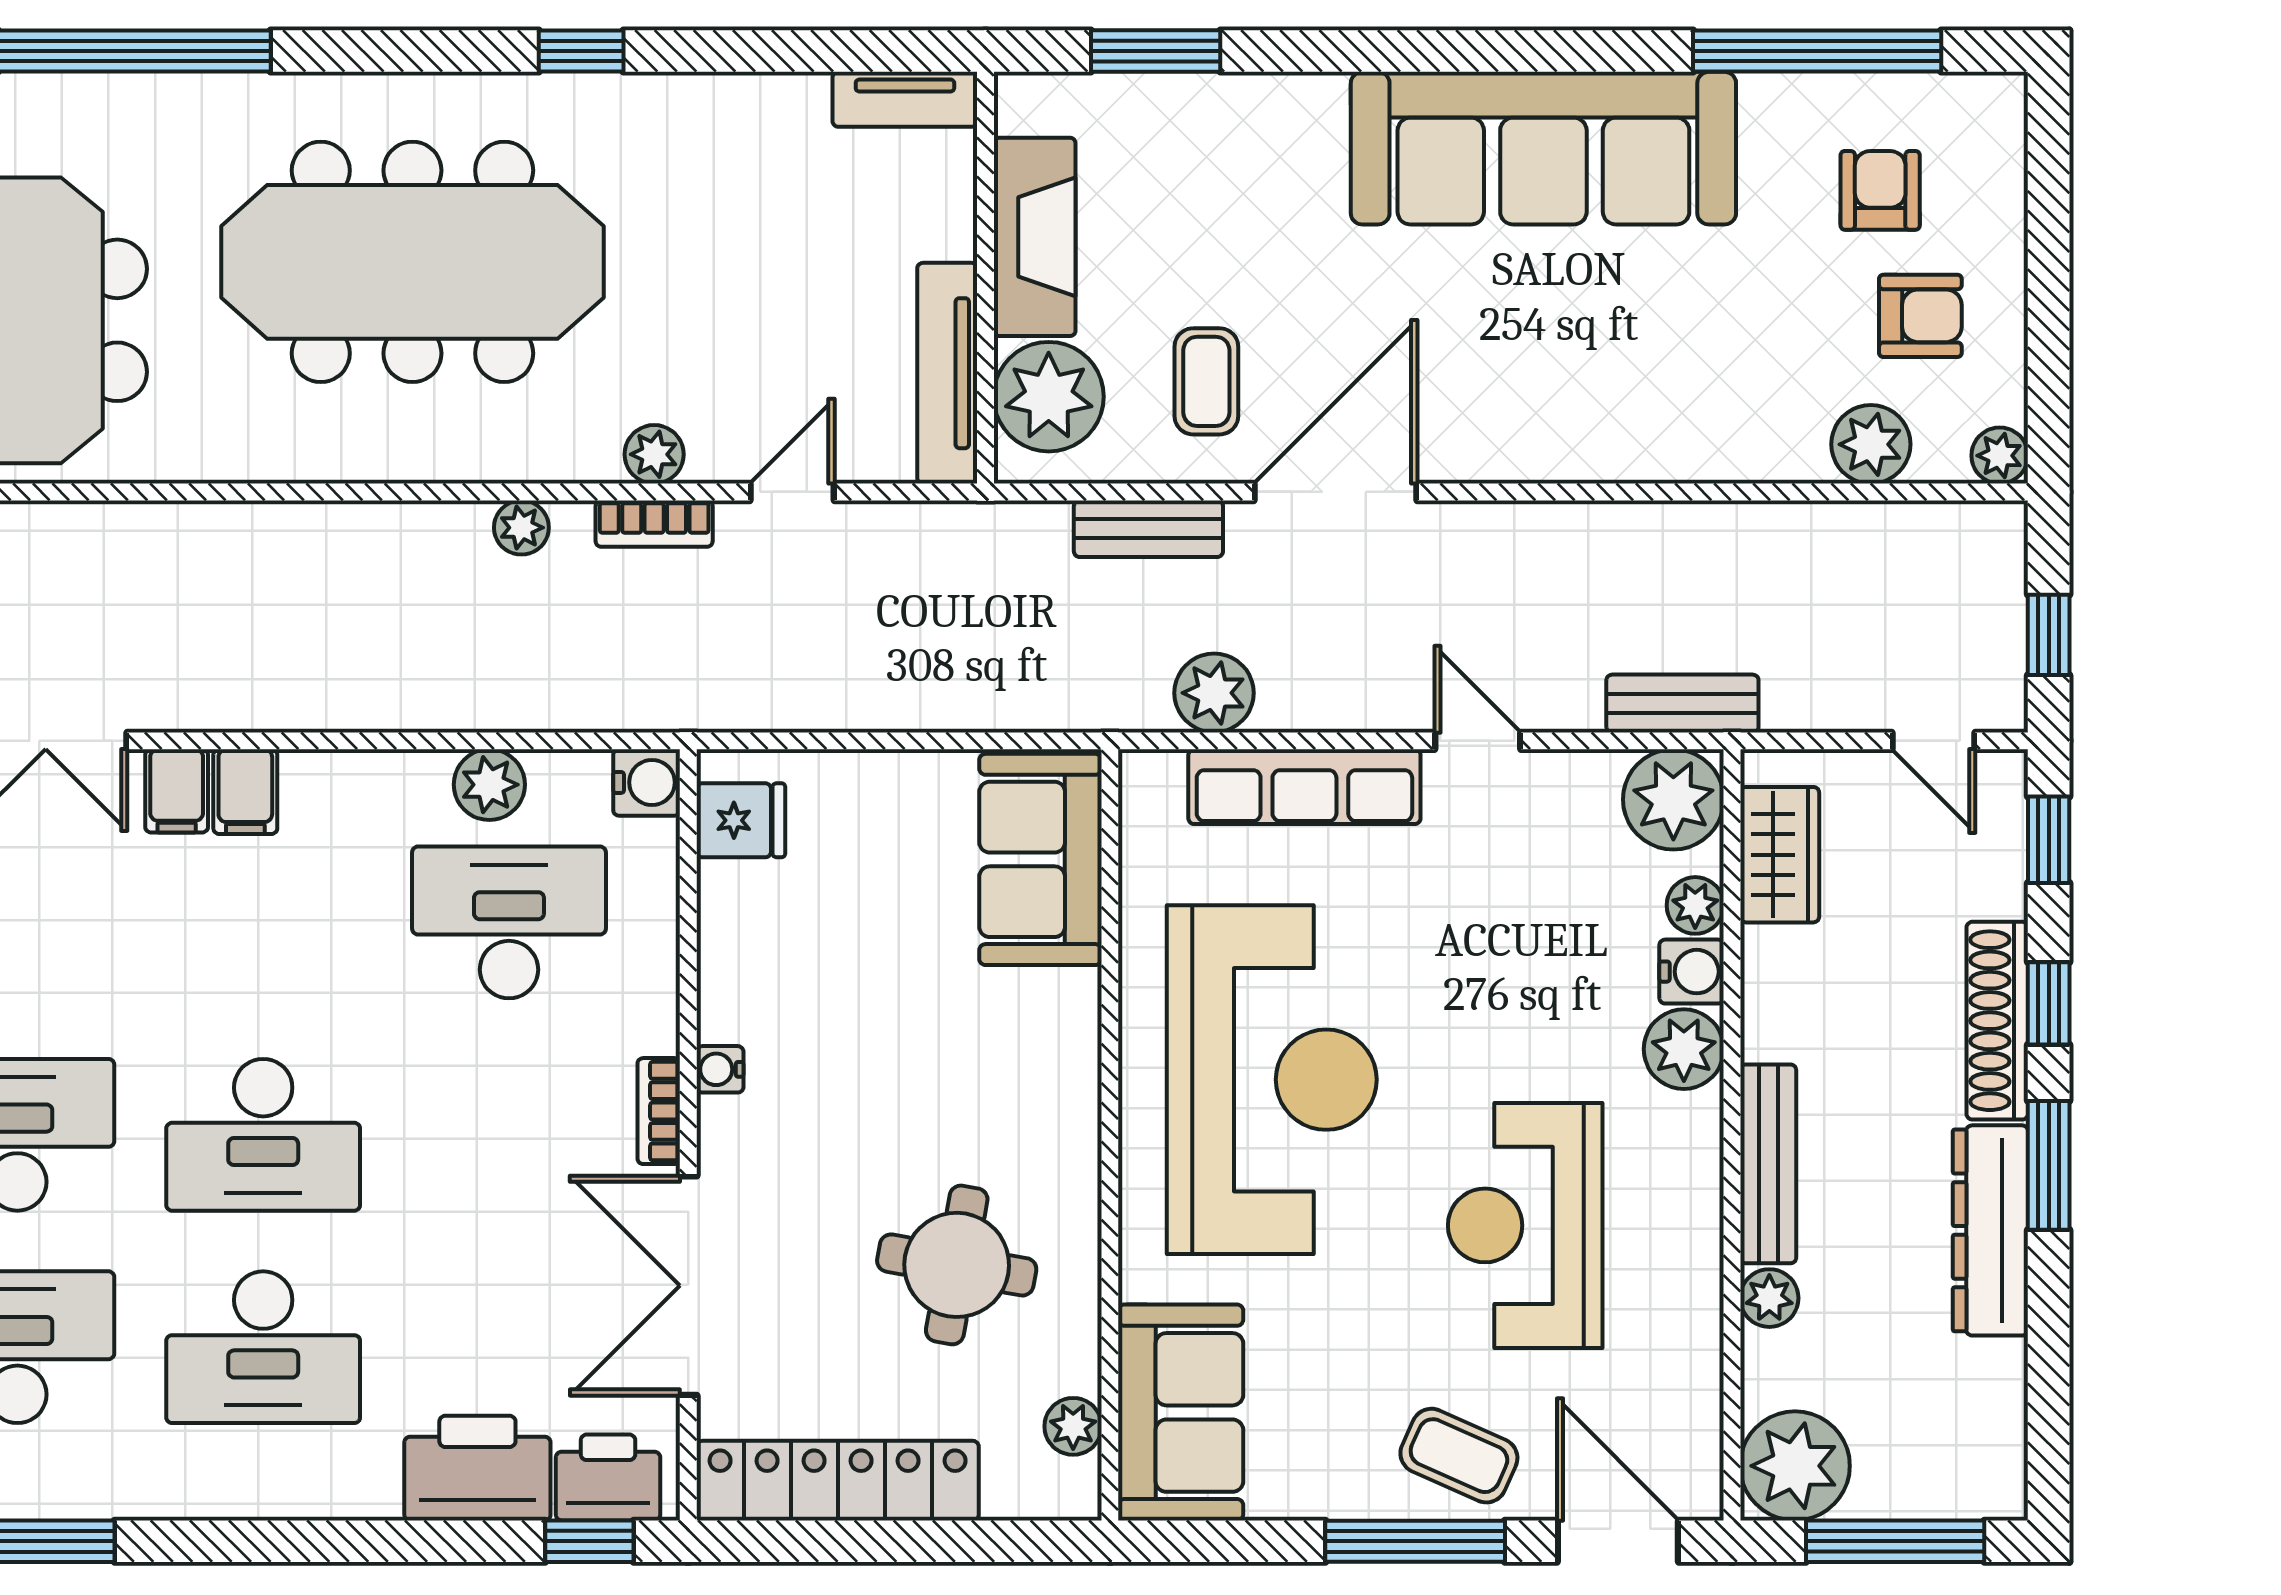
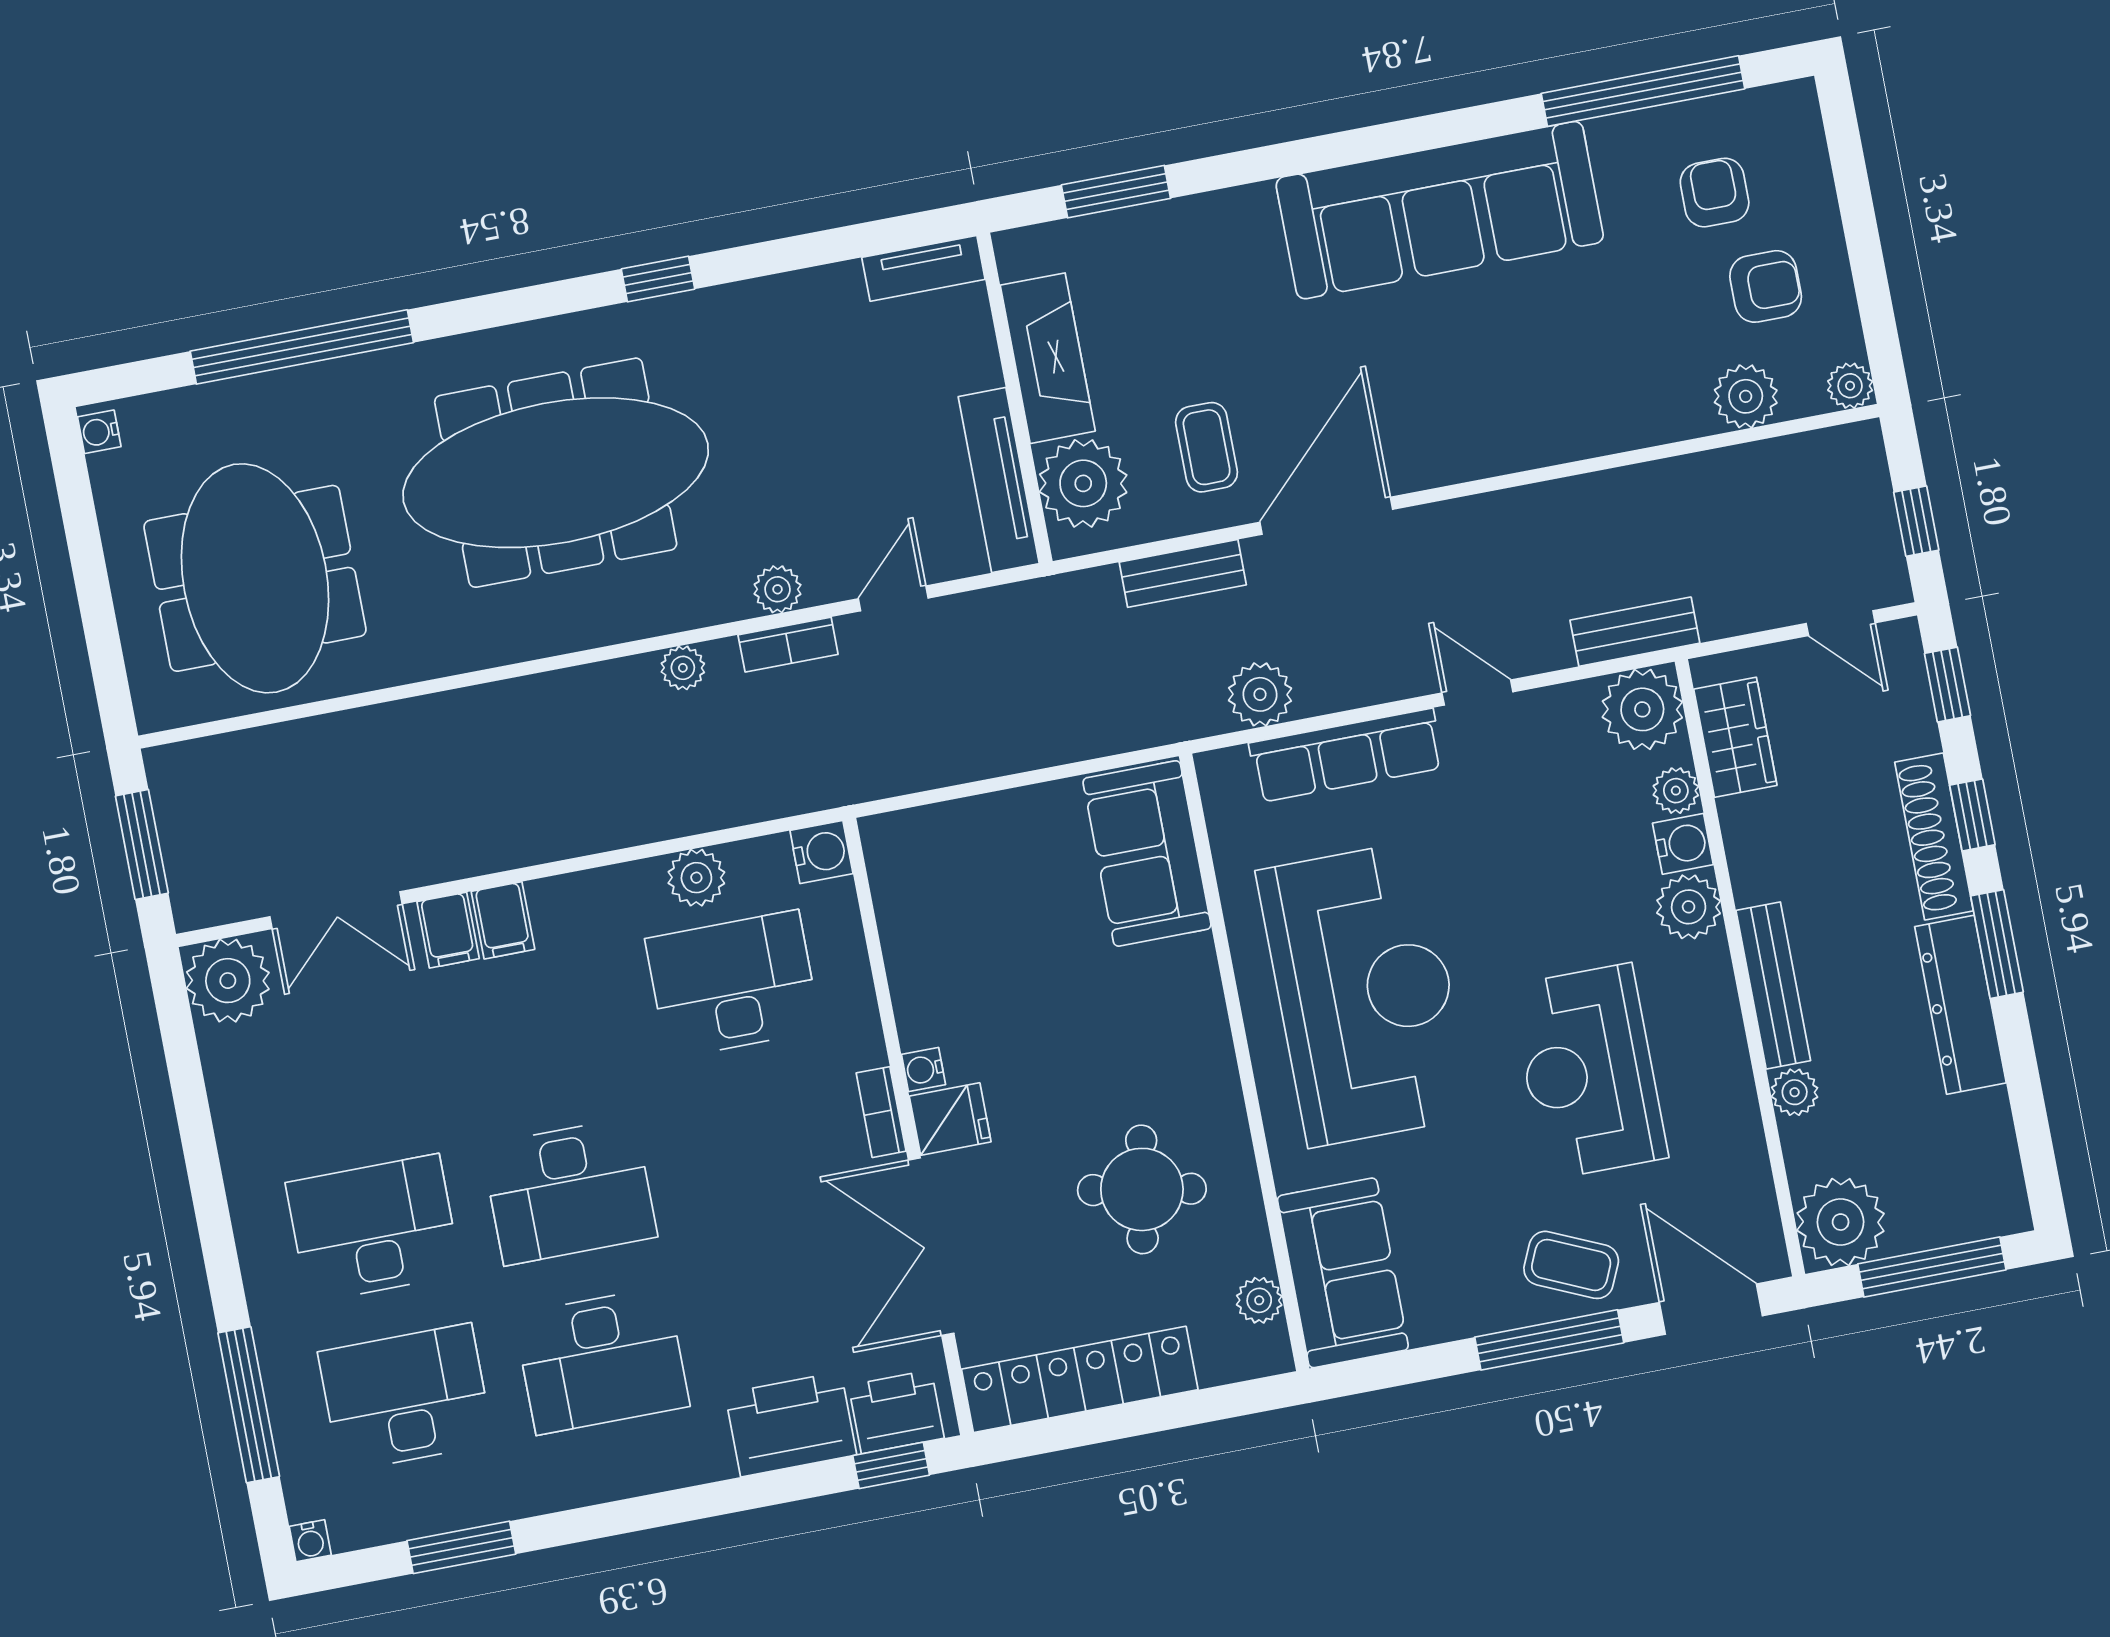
fridge: (741, 820) -> (950, 1119), moved

